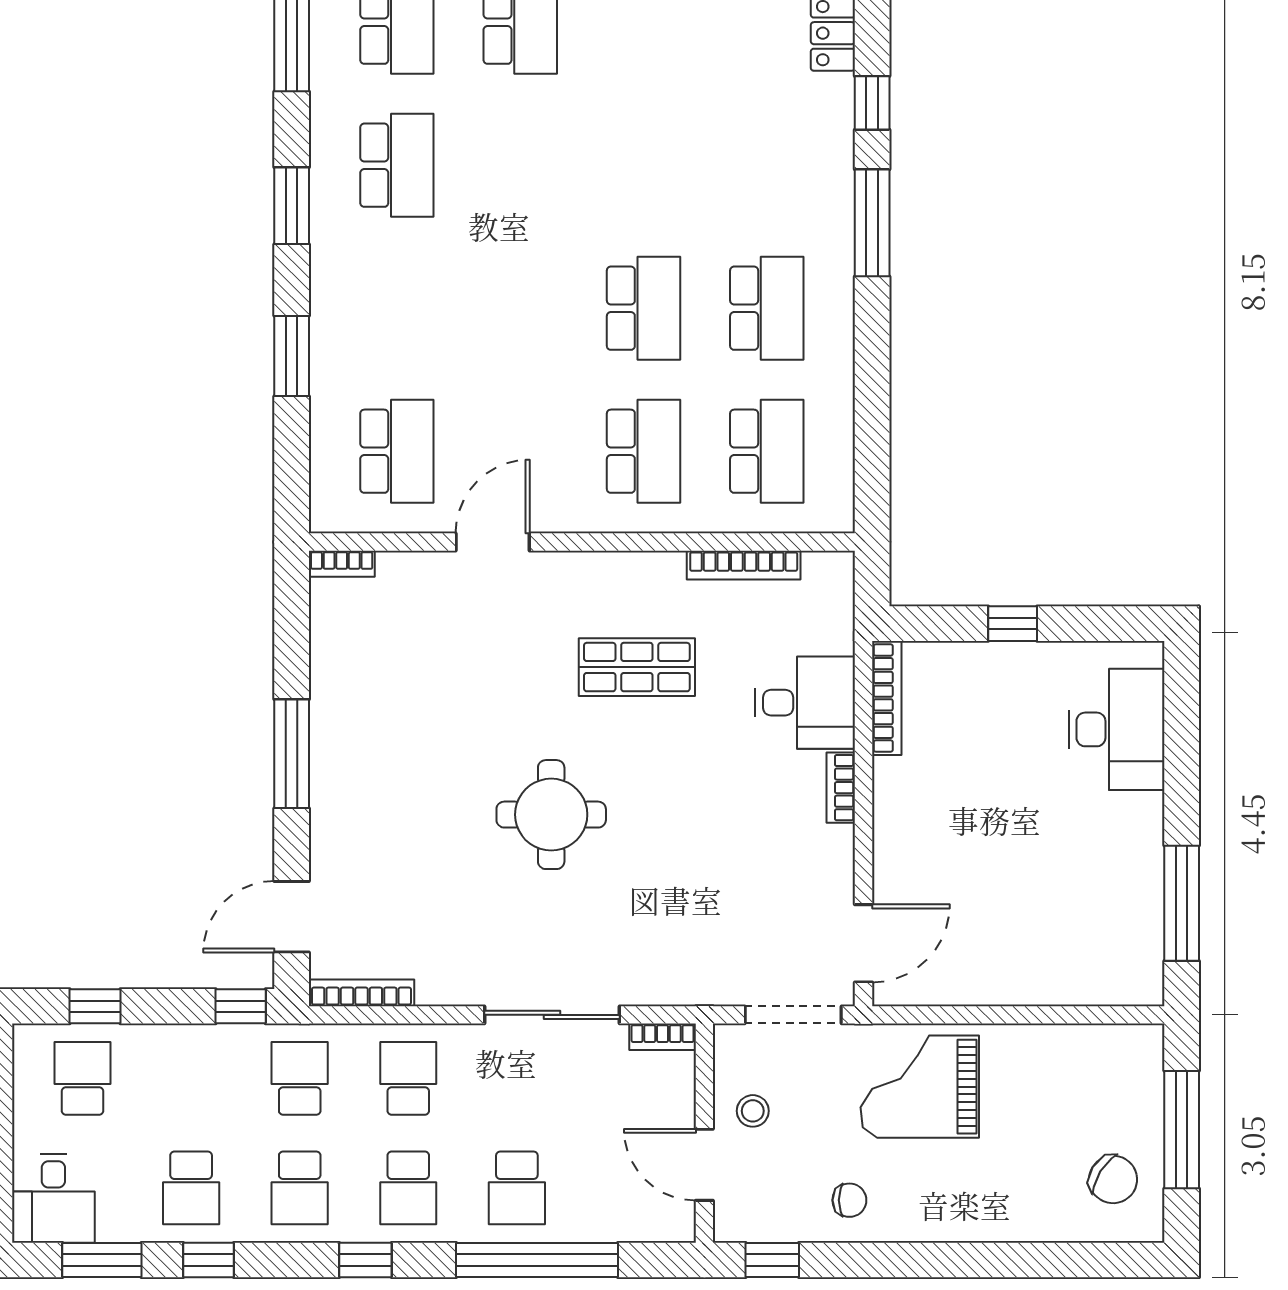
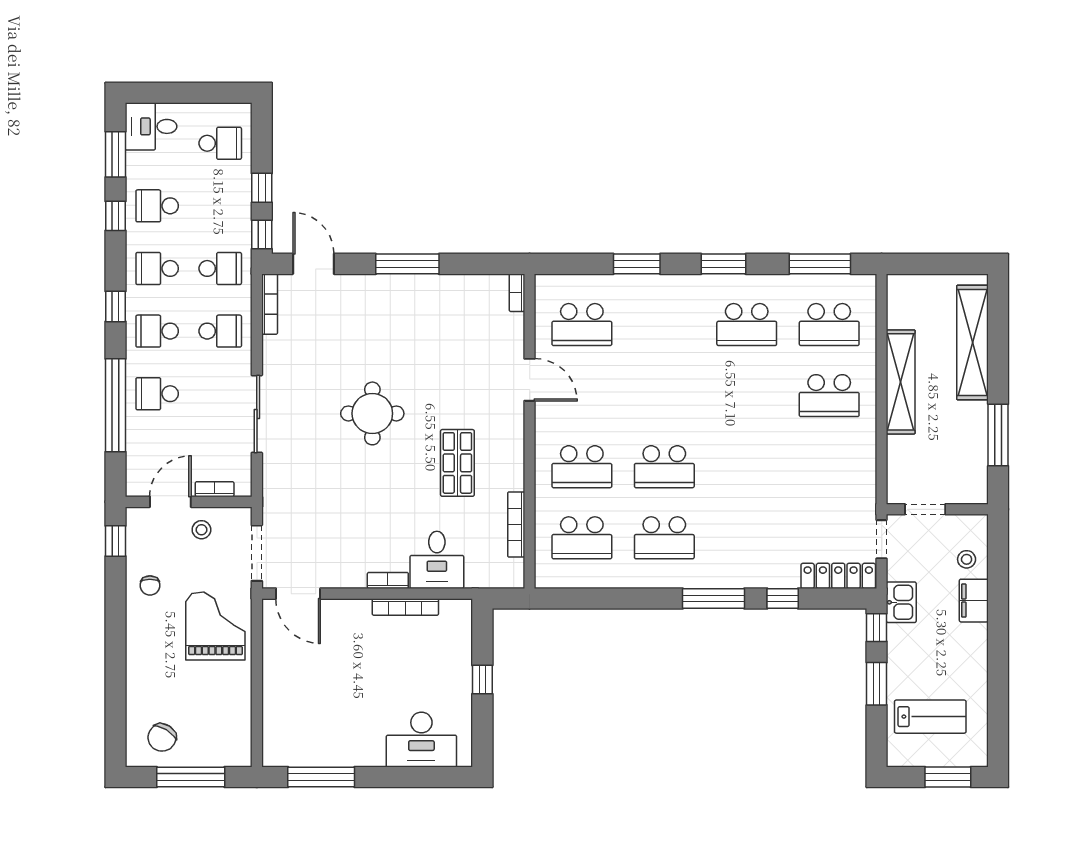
bookcase: (887, 698) -> (405, 607), moved
window: (95, 1006) -> (262, 188), moved
bookcase: (663, 1037) -> (215, 489), moved, turned 90

